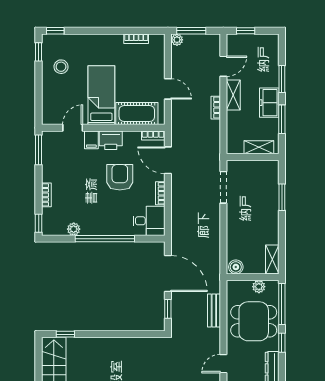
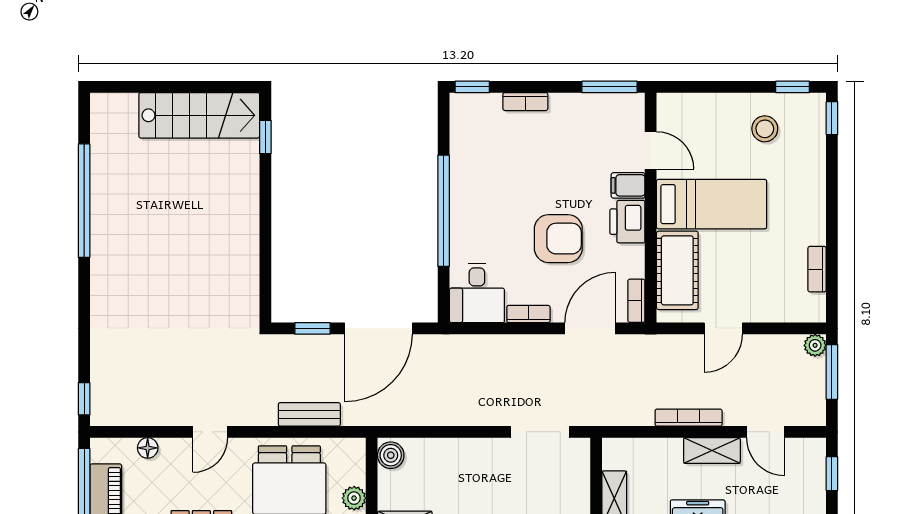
bookcase: (216, 108) -> (689, 418), width x1.56
plant: (74, 229) -> (461, 152), removed
door: (223, 364) -> (210, 432), swing flipped

